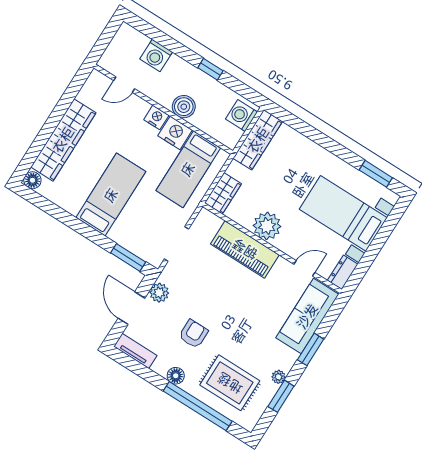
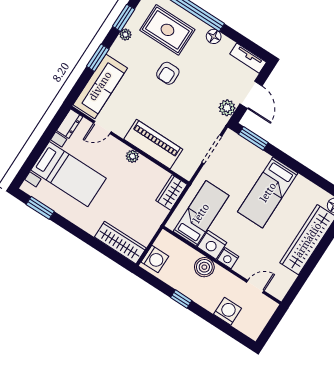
wardrobe: (258, 140) -> (120, 243), moved, turned 90
plant: (267, 226) -> (132, 156), width x0.53, depth x0.53
armchair: (193, 334) -> (168, 73), moved

